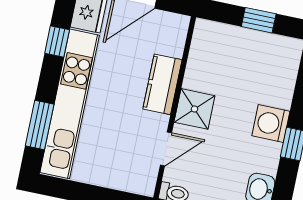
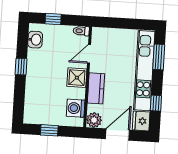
plant: (174, 27) -> (94, 120), added
washing machine: (271, 124) -> (76, 108), moved, turned 180

